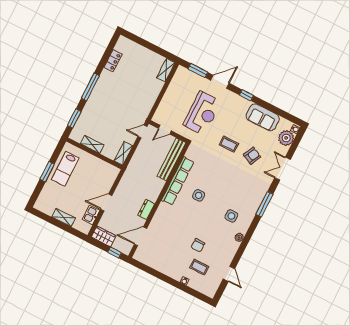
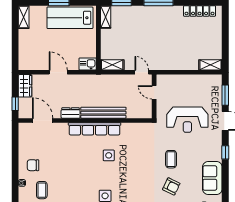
locker: (113, 61) -> (200, 11), width x1.53
shelving: (92, 144) -> (106, 17), moved
bench: (171, 159) -> (103, 113), moved
lab bench: (65, 169) -> (70, 18), width x1.36, depth x1.39
row of seats: (178, 181) -> (95, 129), moved
kitchen sink: (91, 215) -> (88, 64), moved
shelving: (64, 217) -> (24, 17), moved
chair: (198, 245) -> (33, 165), moved

